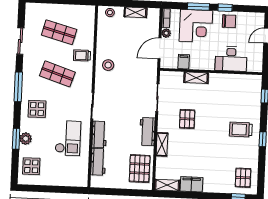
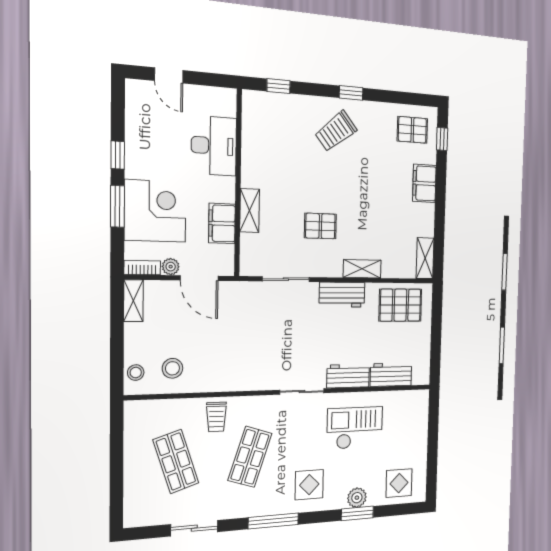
shelving: (135, 12) -> (133, 301), moved
chair: (229, 21) -> (144, 148), removed
shop shelf: (59, 32) -> (176, 461), turned -33
filing cabinet: (184, 62) -> (222, 223), width x2.00
stool: (108, 65) -> (172, 368), moved
trolley: (241, 129) -> (336, 131), turned 51
filing cabinet: (191, 184) -> (424, 183), moved

